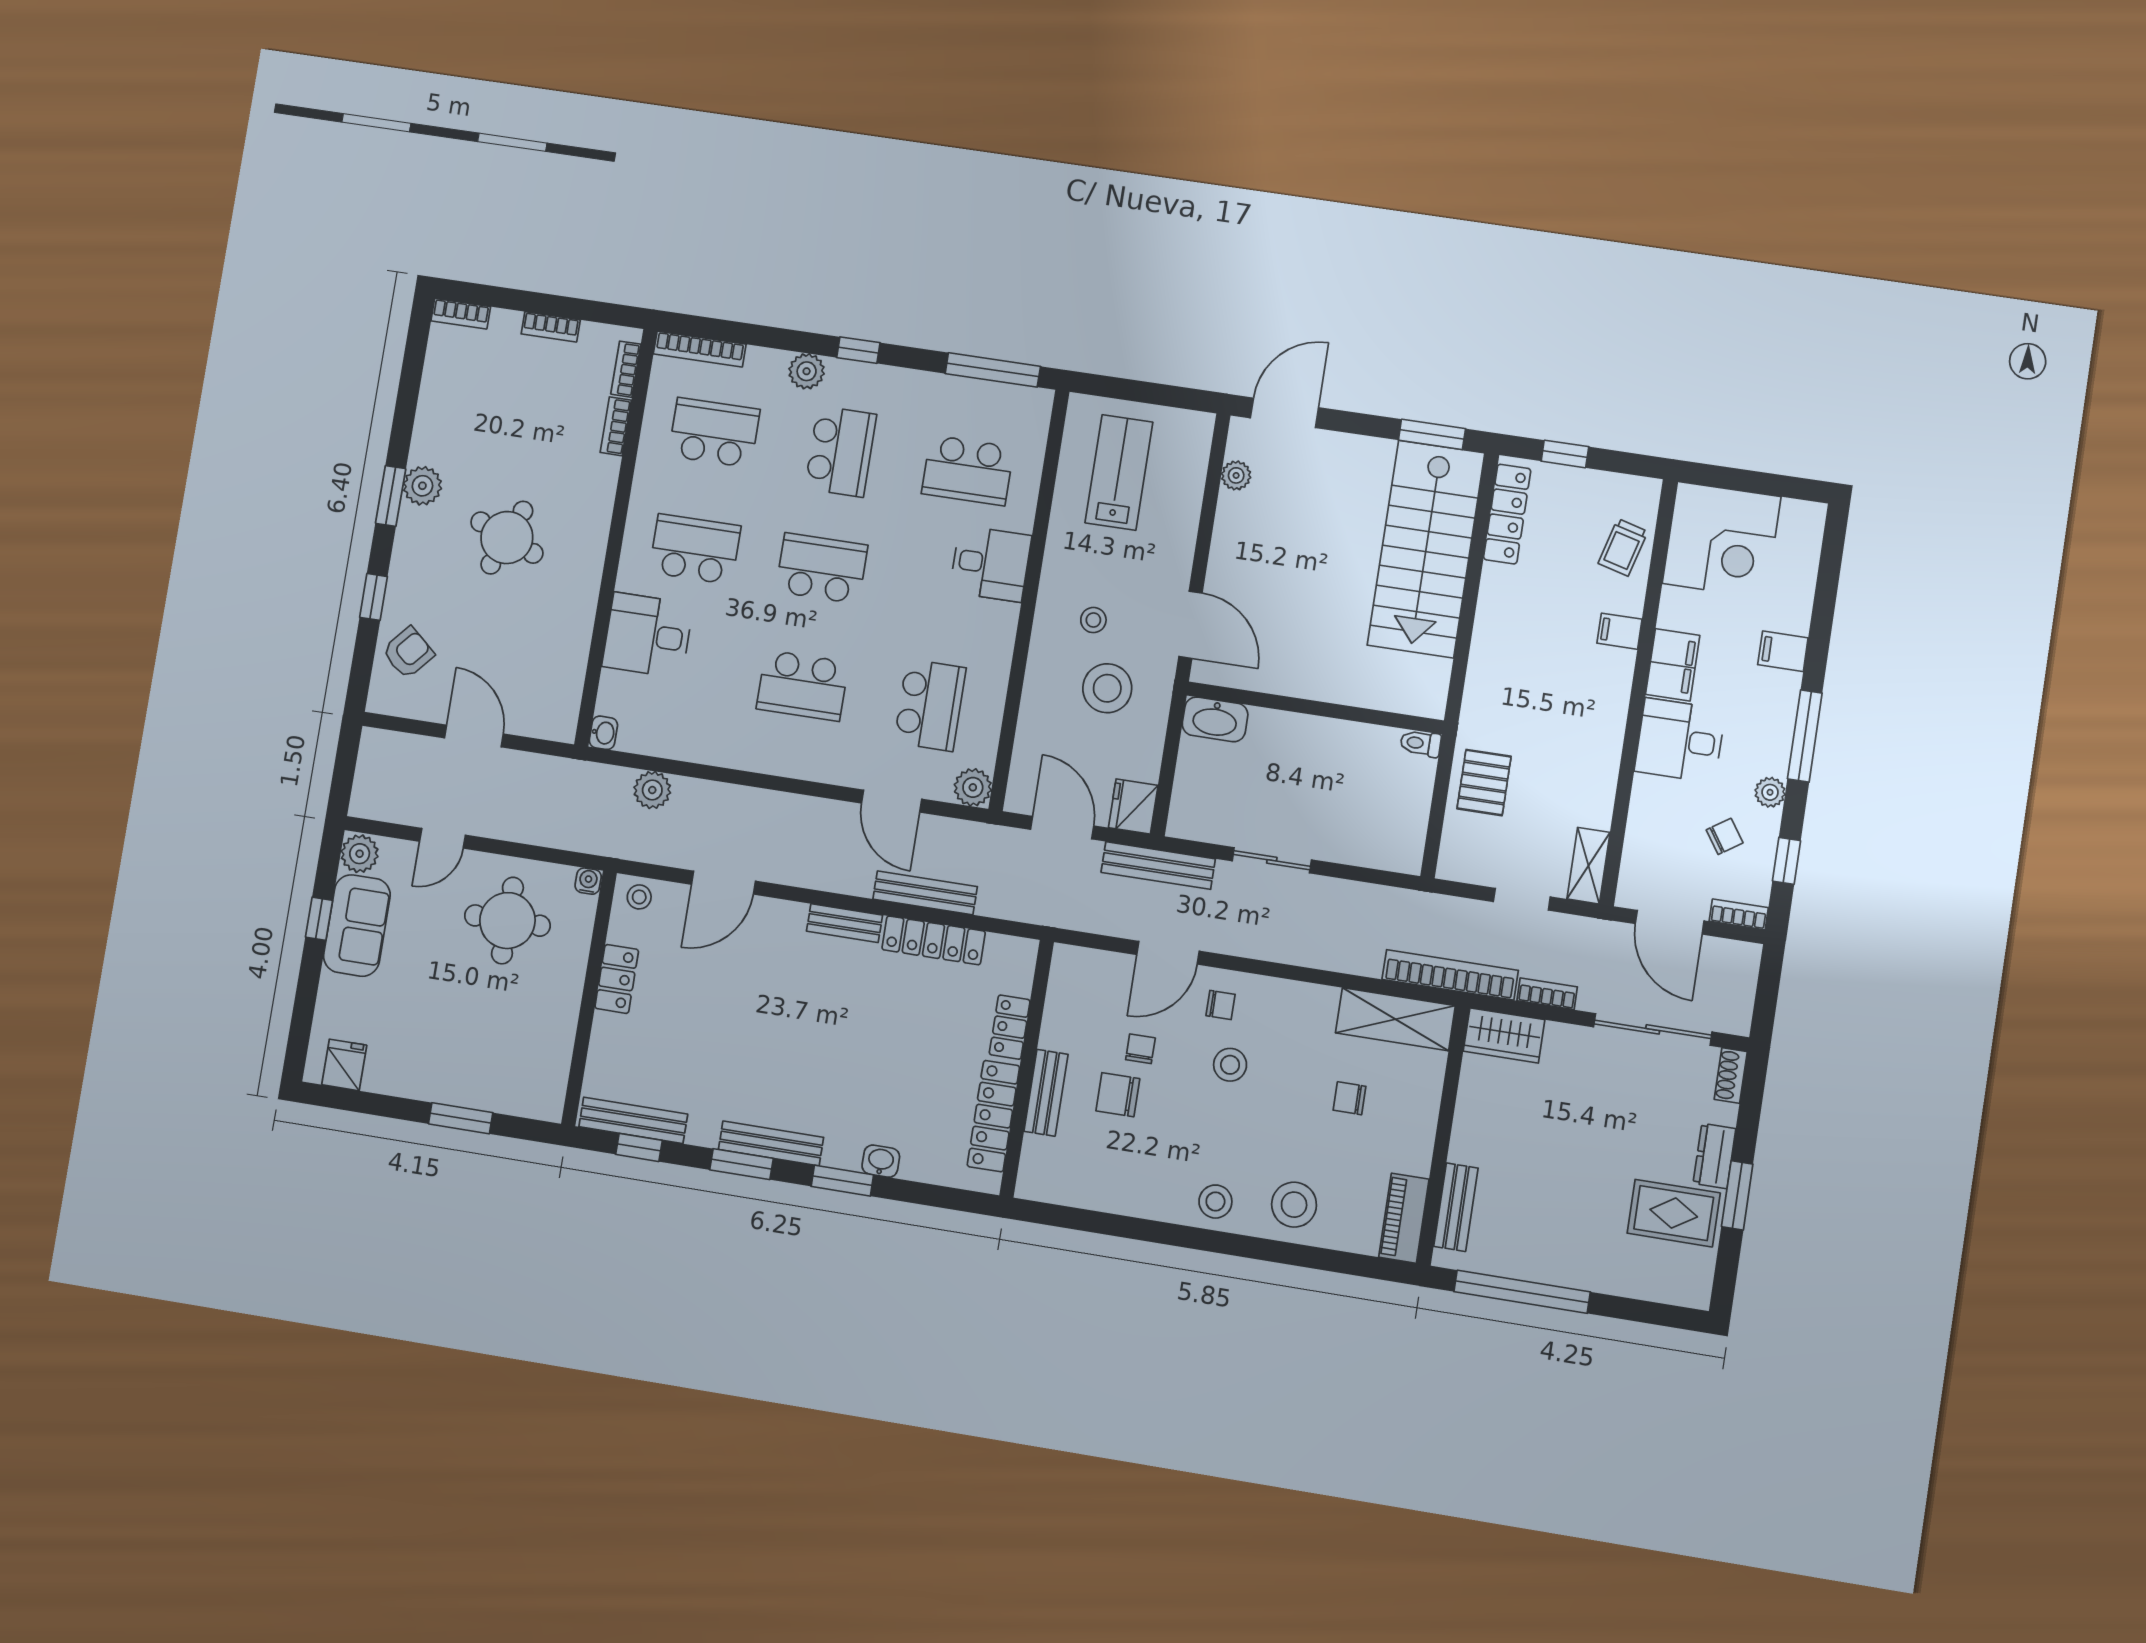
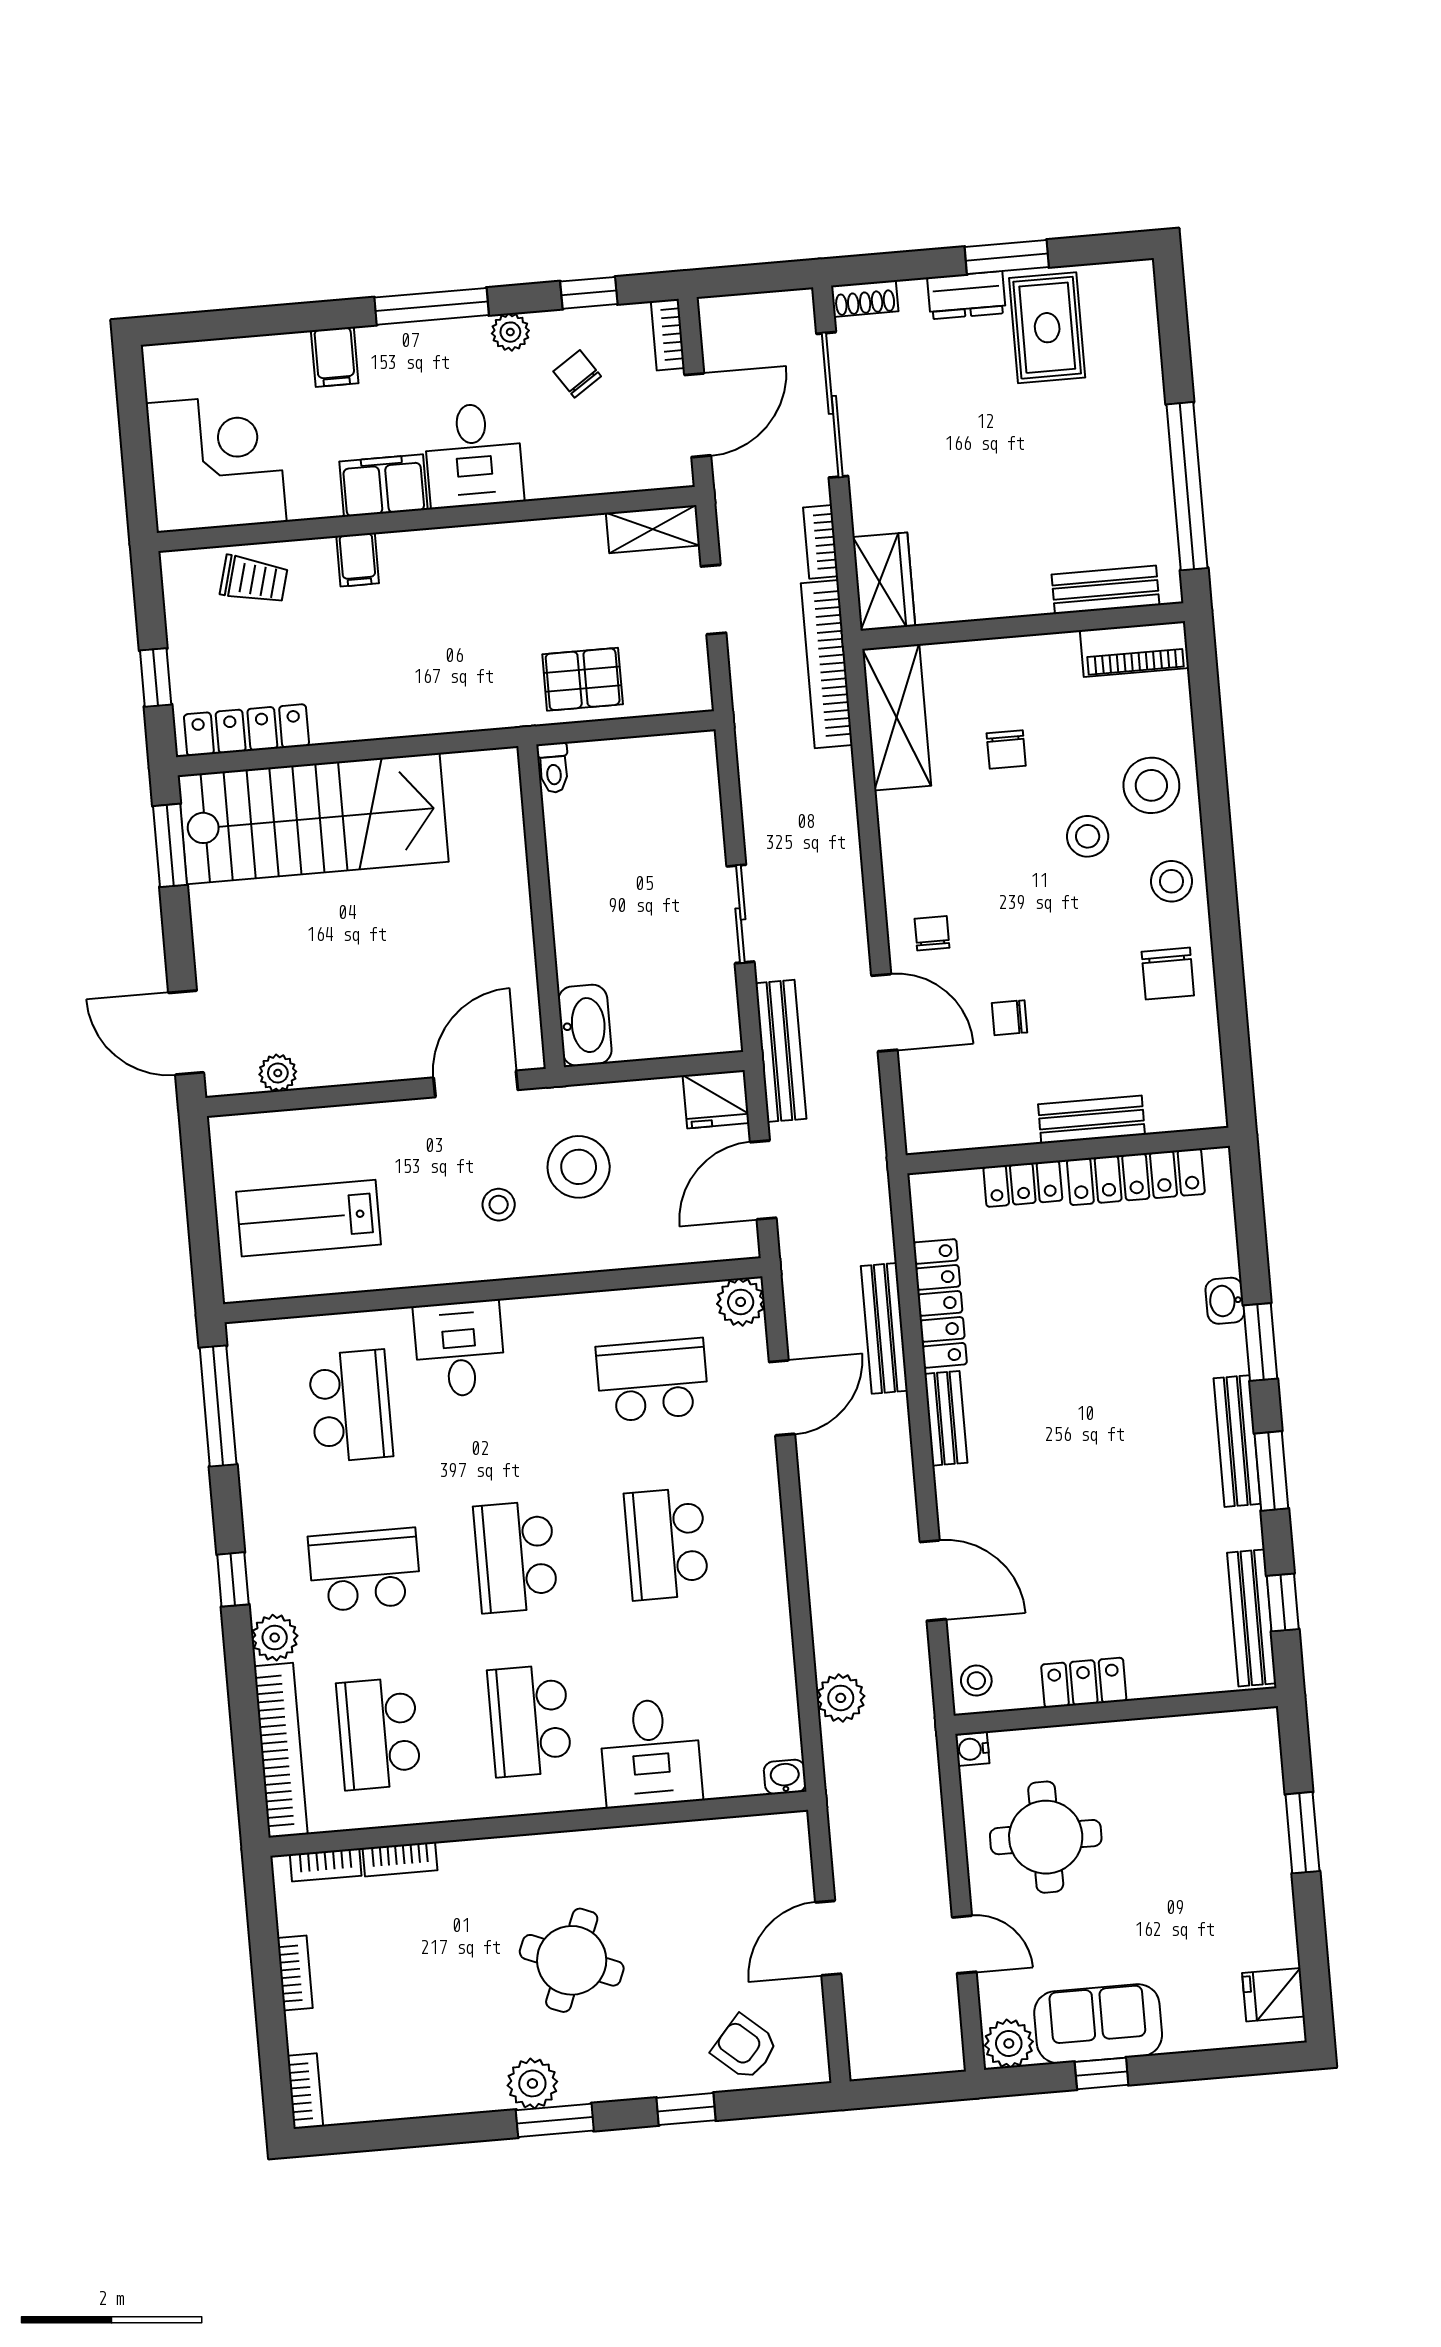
bookcase: (700, 349) -> (281, 1750), width x1.48, depth x1.31
school desk: (802, 686) -> (666, 1544), turned 180
stool: (1230, 1065) -> (1088, 836), moved
chair: (1118, 1095) -> (1168, 974), moved

